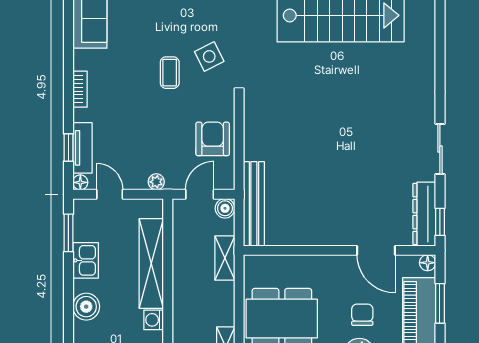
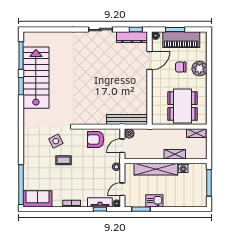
door: (200, 194) -> (122, 146), hinge flipped
shelving: (225, 258) -> (175, 154), moved
boiler: (86, 307) -> (177, 201), removed

